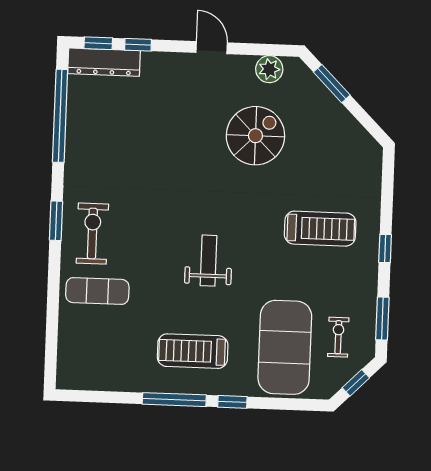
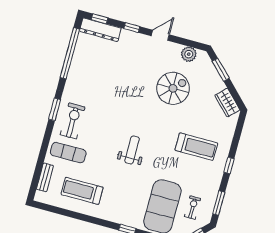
window: (138, 45) -> (132, 28), moved
door: (212, 48) -> (160, 35), hinge flipped
wardrobe: (357, 139) -> (227, 103), added
bench: (67, 344) -> (45, 177), added
treadmill: (193, 351) -> (82, 191), moved
window: (174, 400) -> (96, 221), removed

